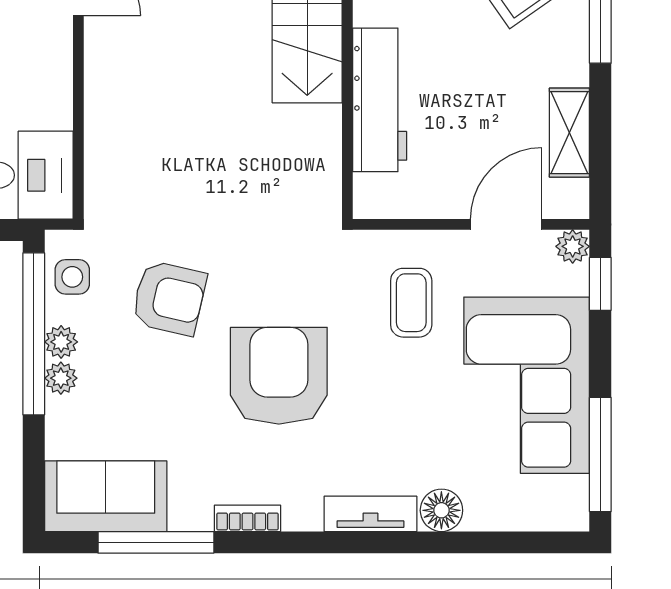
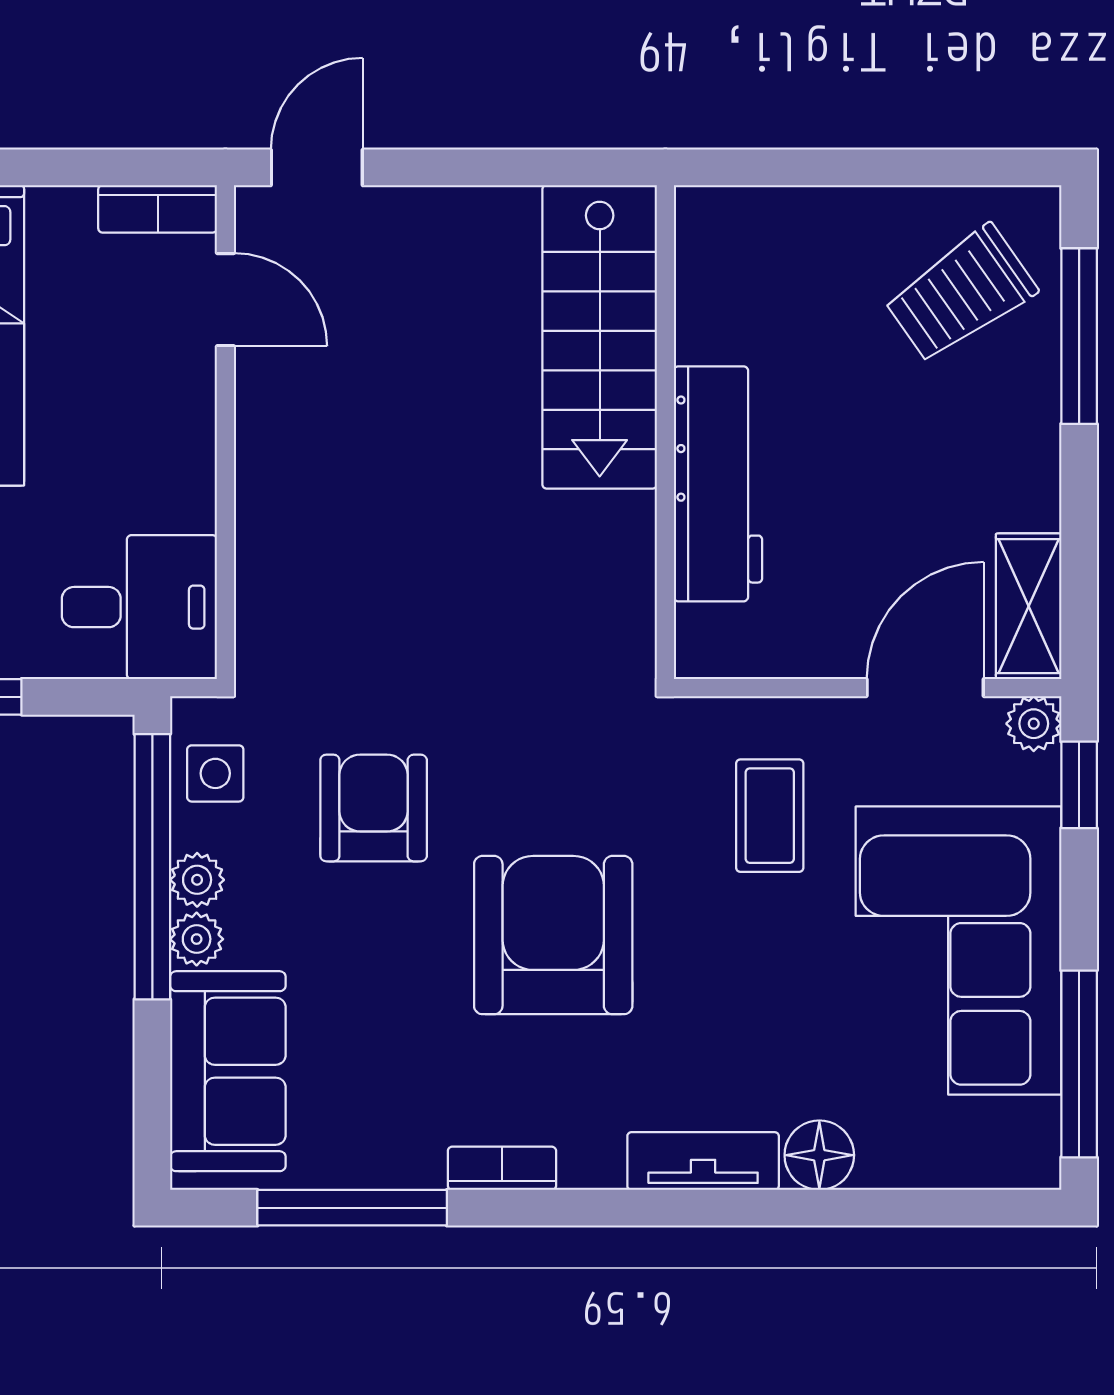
shelving: (569, 133) -> (1029, 606), moved
armchair: (169, 298) -> (374, 808), turned -103
sofa: (106, 496) -> (228, 1071), moved, turned 90

